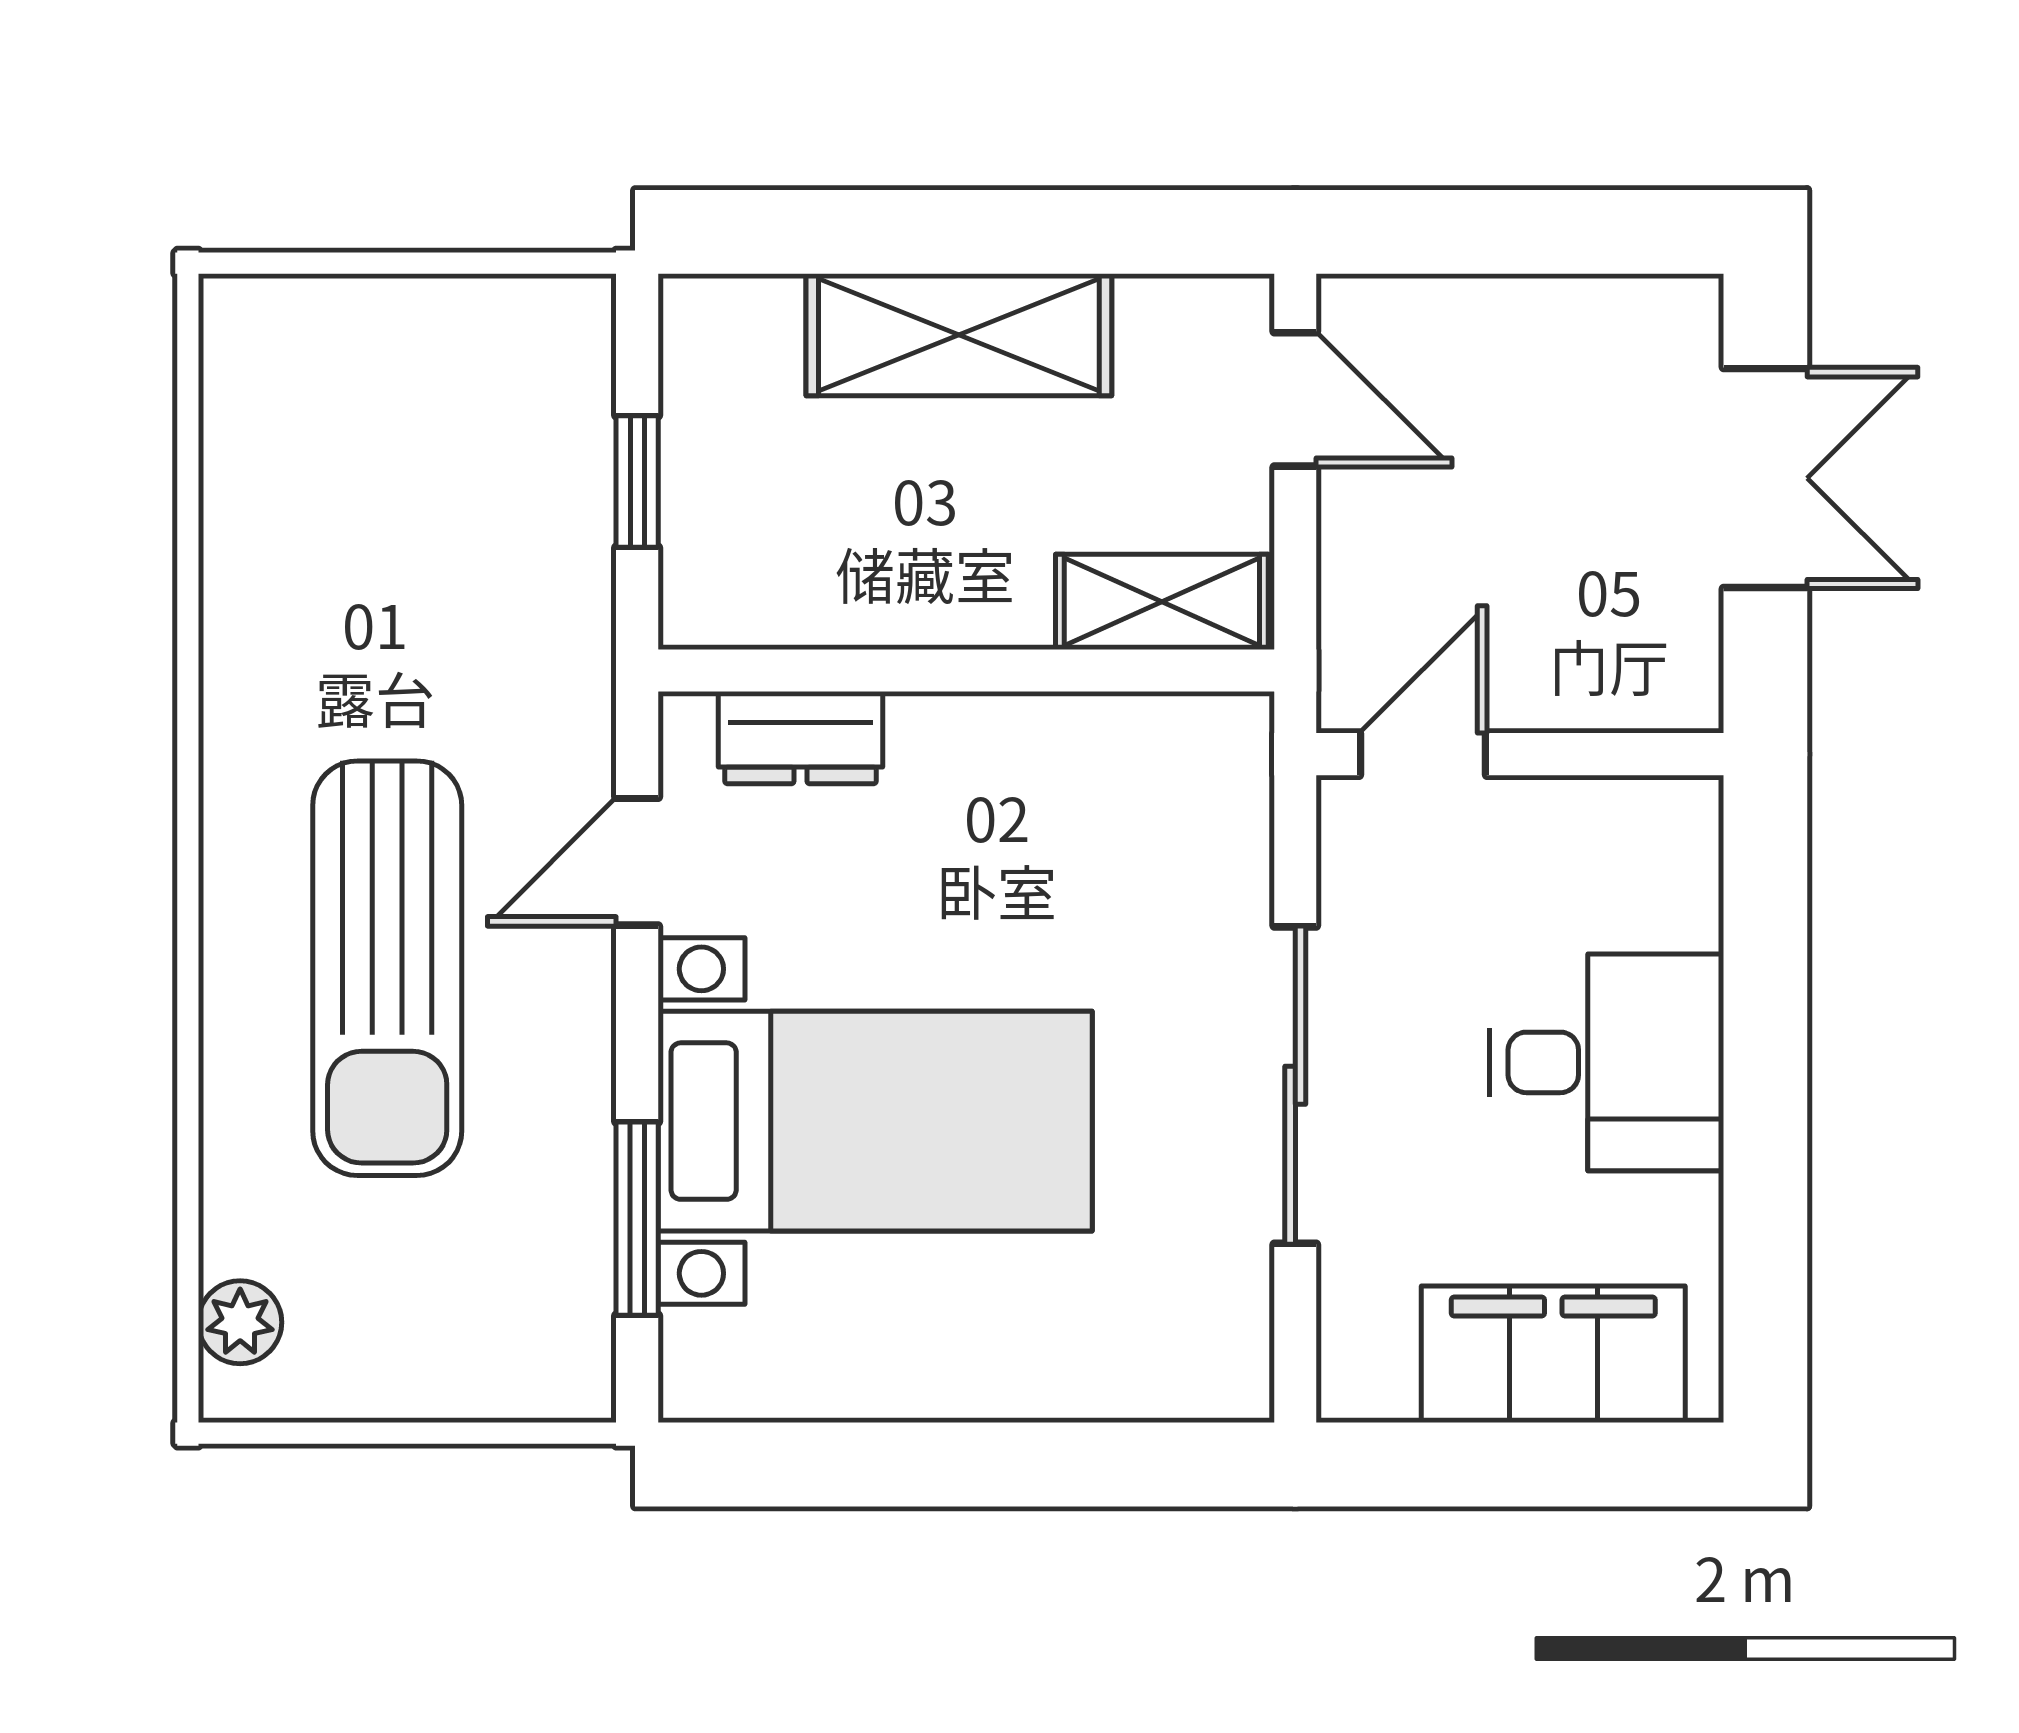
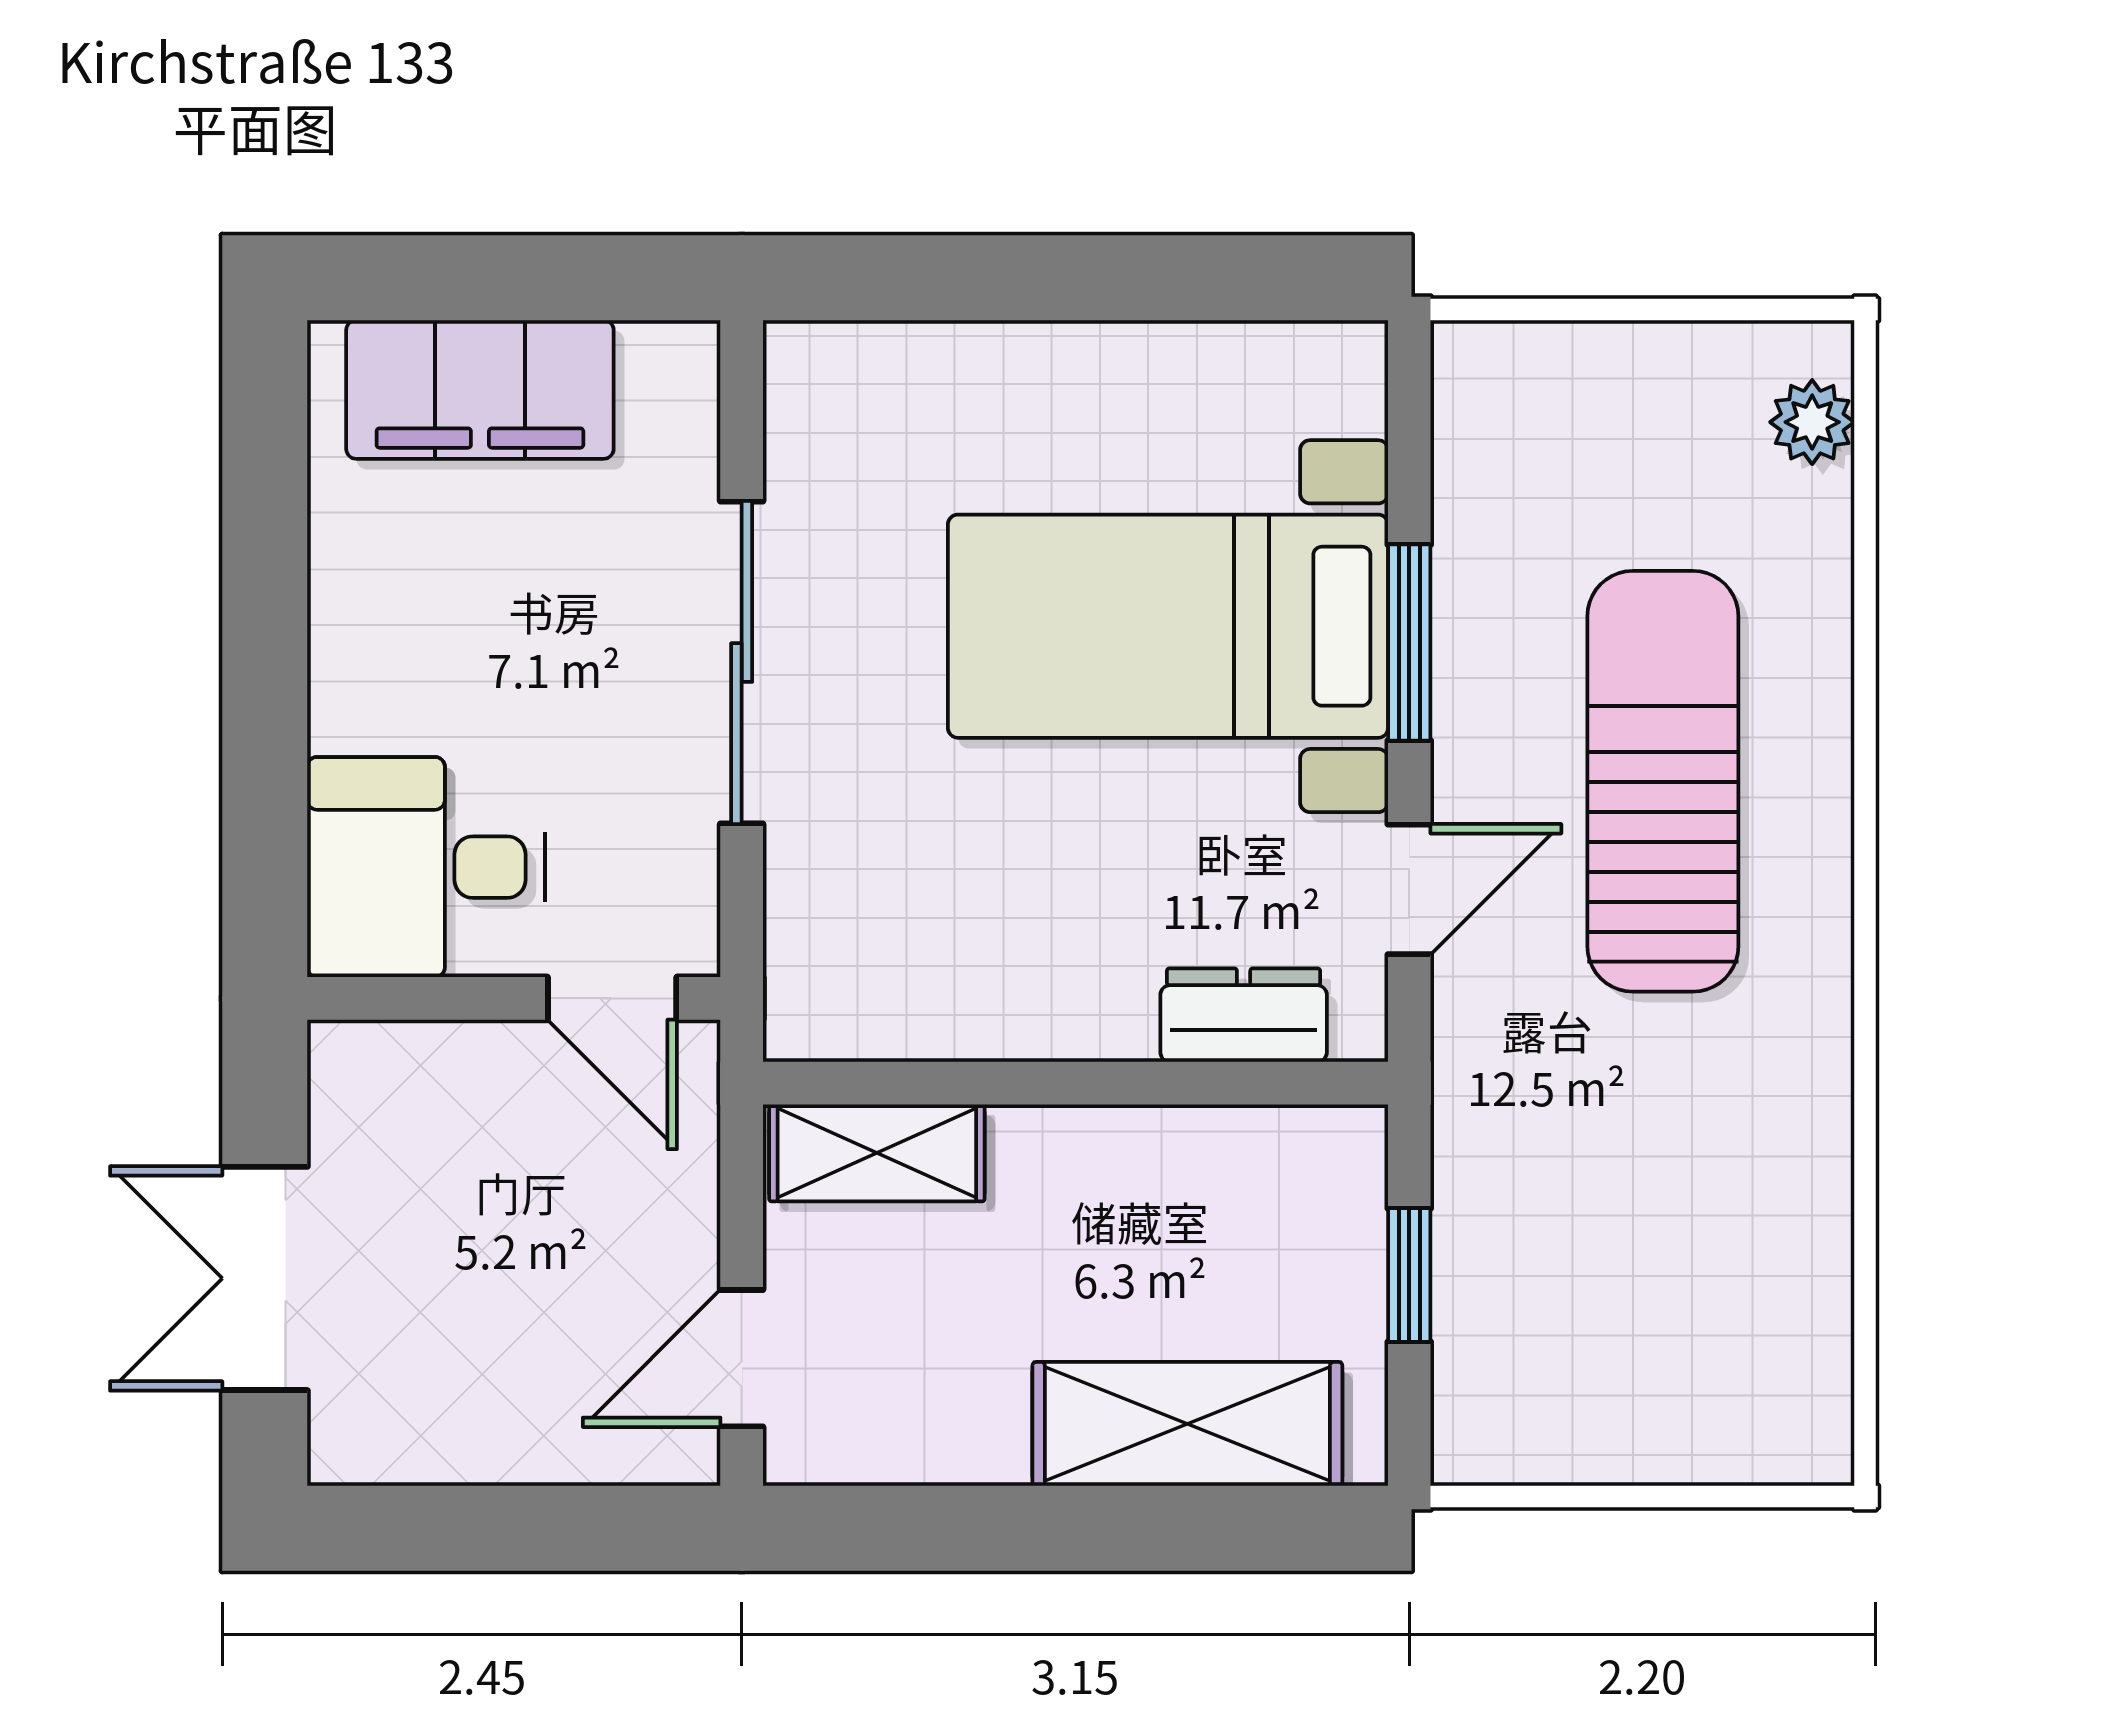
shelving: (959, 335) -> (1187, 1424), moved
door: (1295, 399) -> (742, 1358), hinge flipped
door: (1423, 754) -> (612, 998), hinge flipped
desk: (1607, 1062) -> (426, 867), moved
window: (637, 1219) -> (1409, 643), moved

